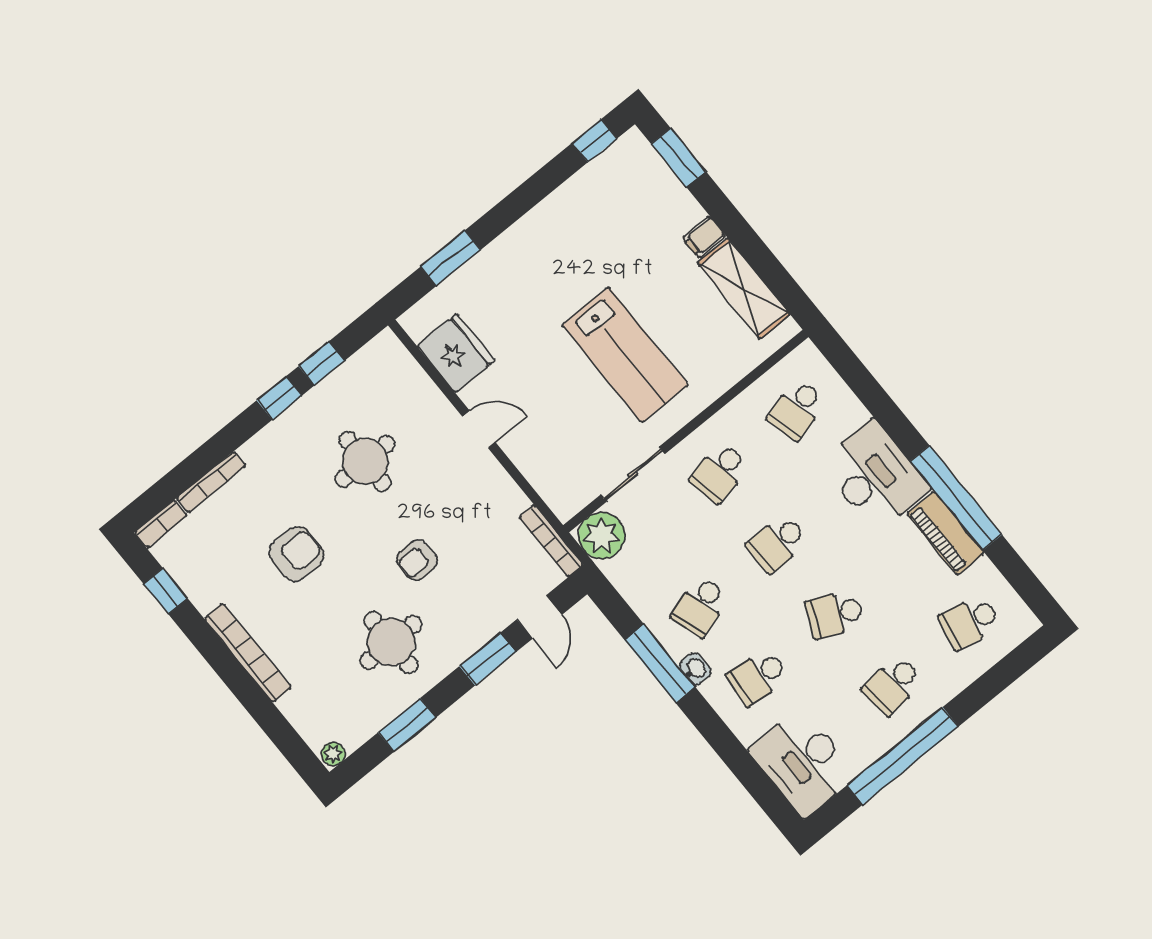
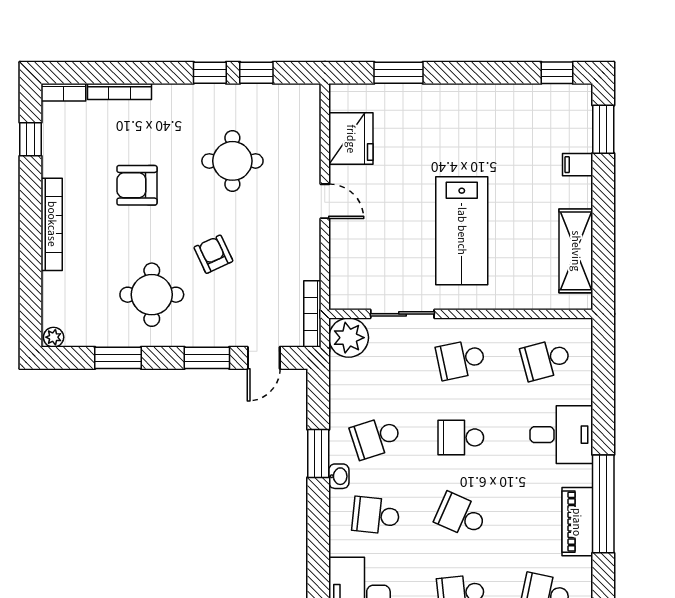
filing cabinet: (704, 237) -> (578, 165), moved
desk: (875, 476) -> (561, 435), width x0.73
armchair: (296, 554) -> (137, 185), turned 180
armchair: (417, 560) -> (213, 254), turned 65
window: (660, 663) -> (318, 454), width x0.69

